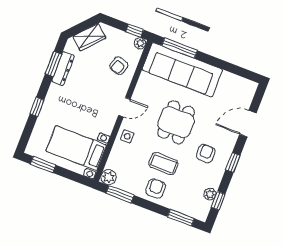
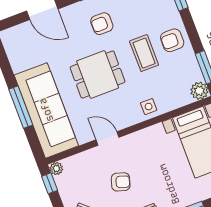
window: (180, 48) -> (21, 107), moved
armchair: (119, 66) -> (121, 182), moved
door: (124, 107) -> (108, 139), moved

